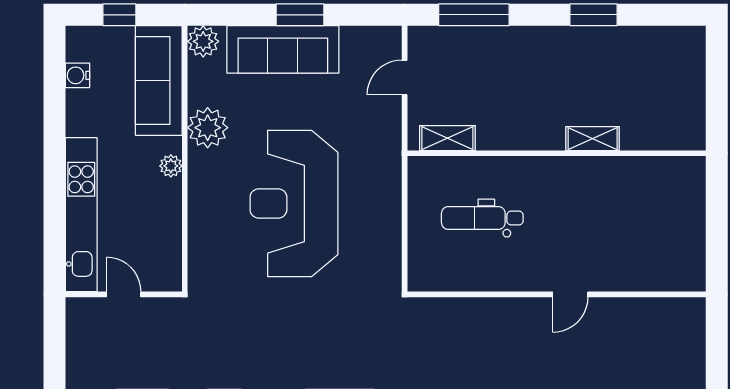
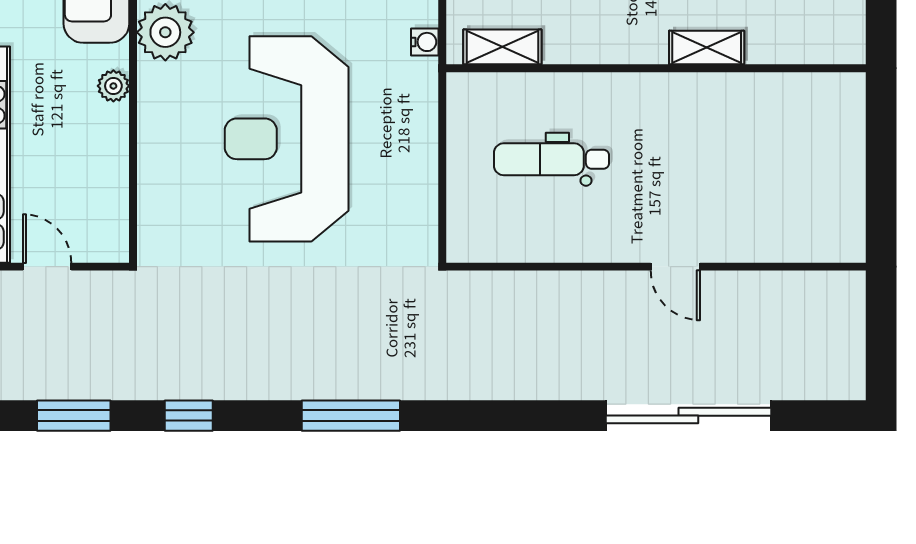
water cooler: (392, 135) -> (425, 42), added
door: (570, 294) -> (675, 267), hinge flipped

